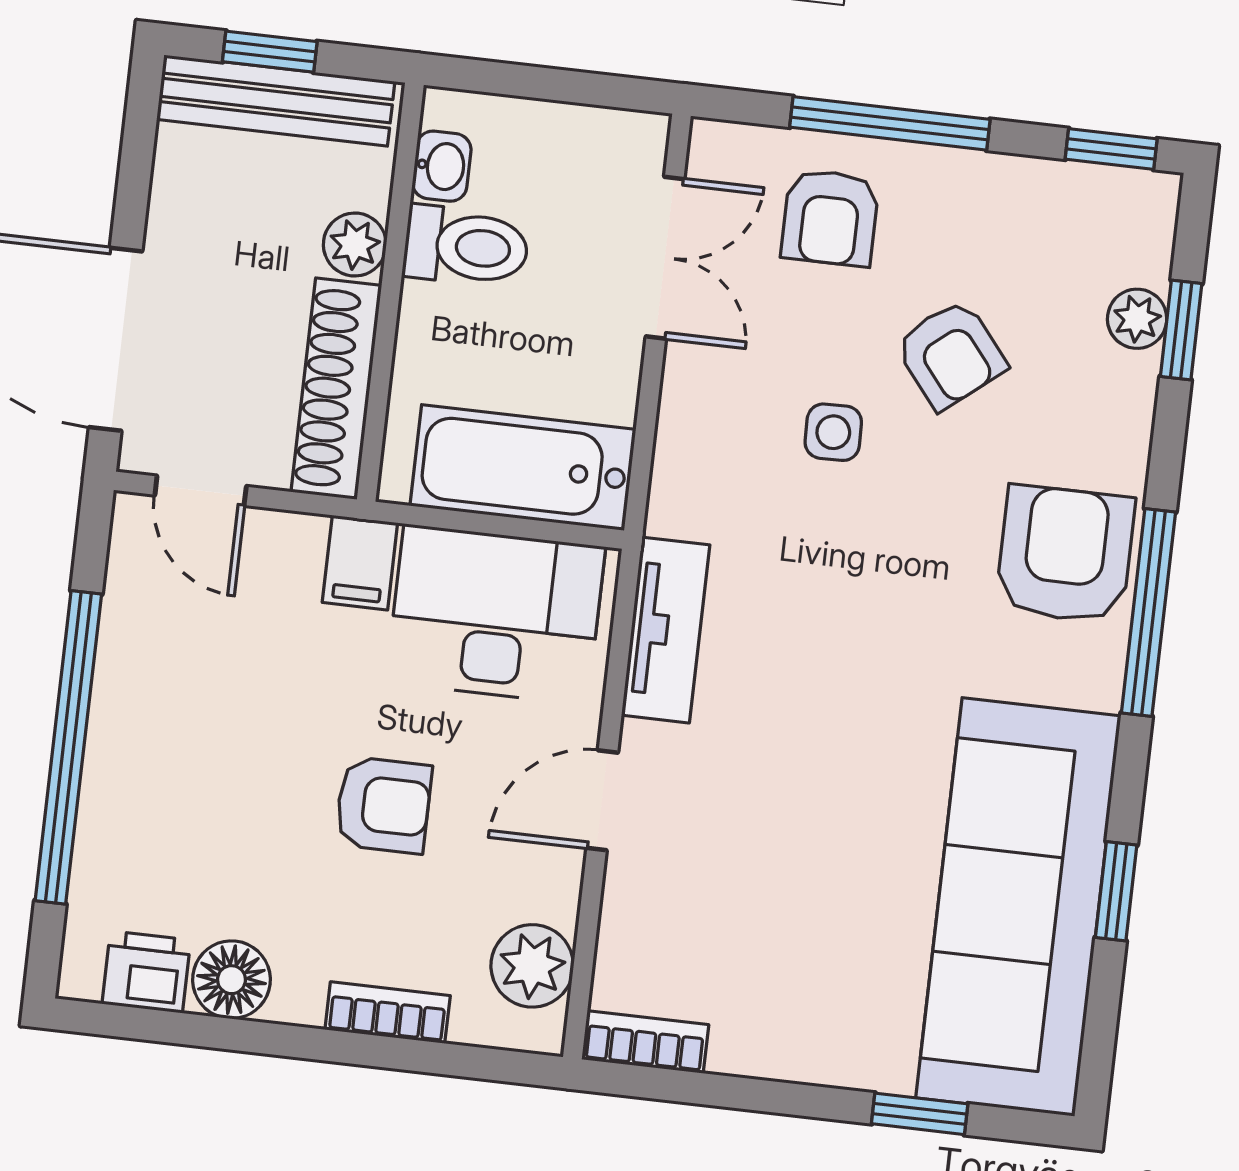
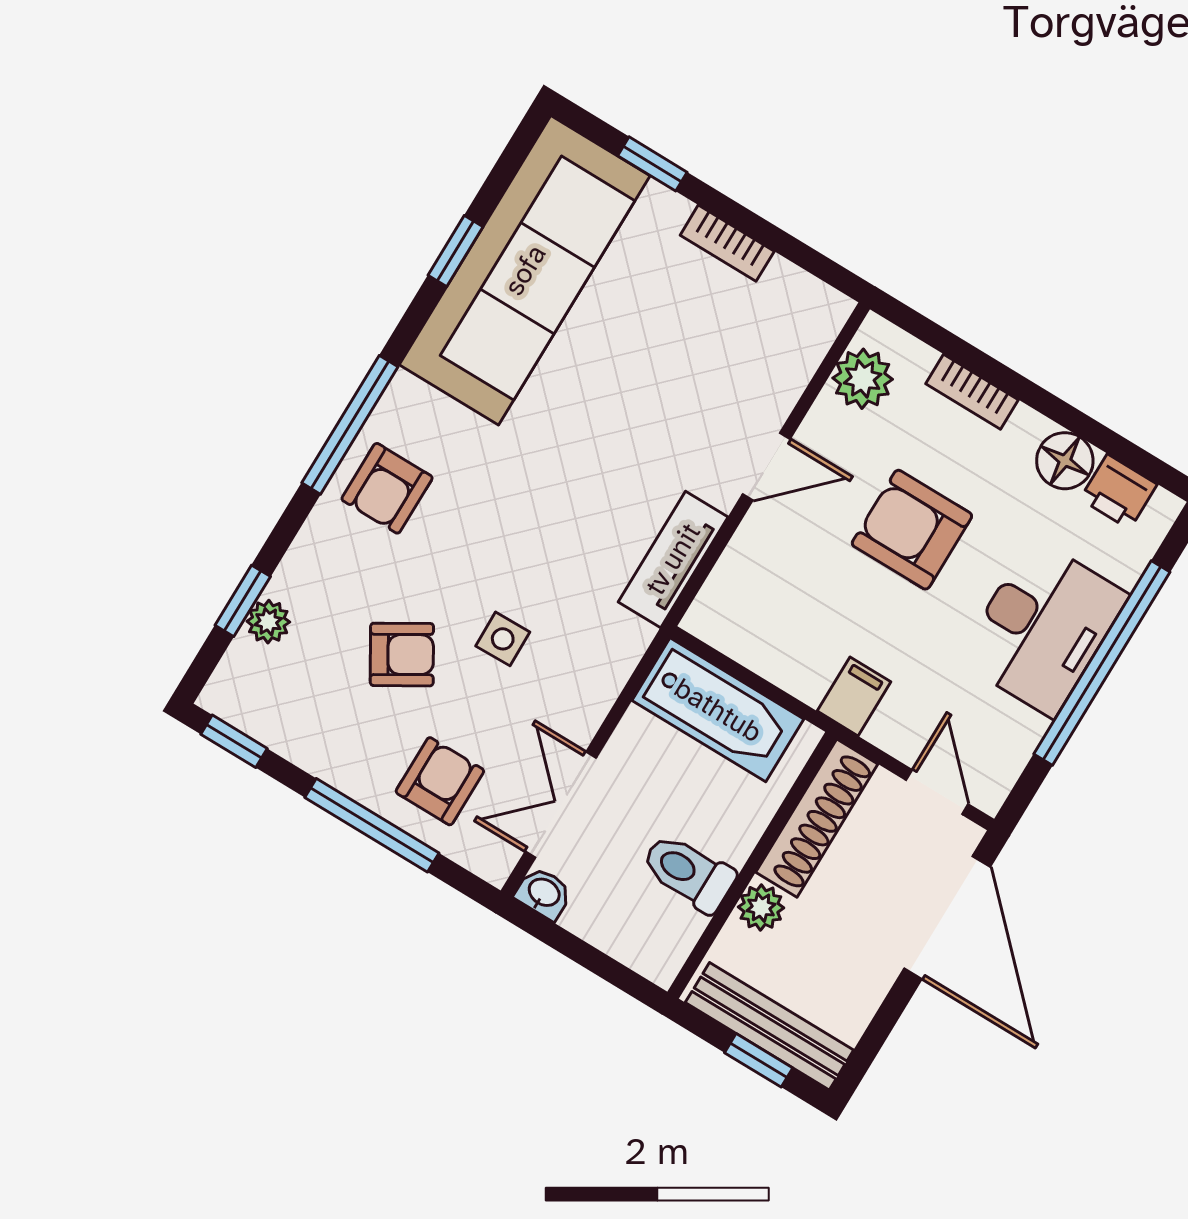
washbasin: (442, 166) -> (544, 893), moved, turned 90
armchair: (951, 355) -> (402, 655), turned 98
armchair: (1065, 554) -> (387, 488), width x0.72, depth x0.72
desk: (496, 615) -> (1043, 627), moved, turned -90
armchair: (383, 805) -> (912, 530), width x1.38, depth x1.38
bookcase: (645, 1042) -> (727, 243), moved

